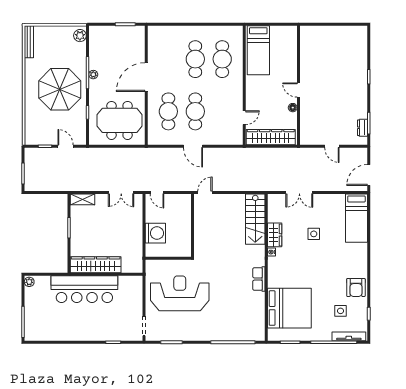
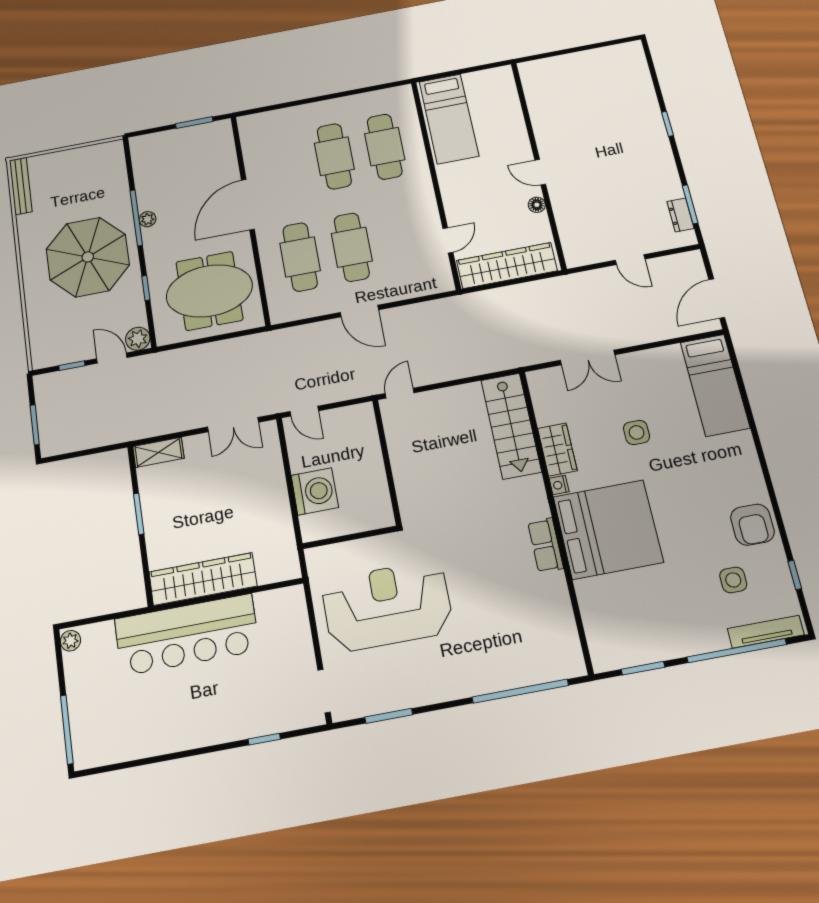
plant: (80, 36) -> (138, 339), moved
bed: (289, 308) -> (608, 529), moved

